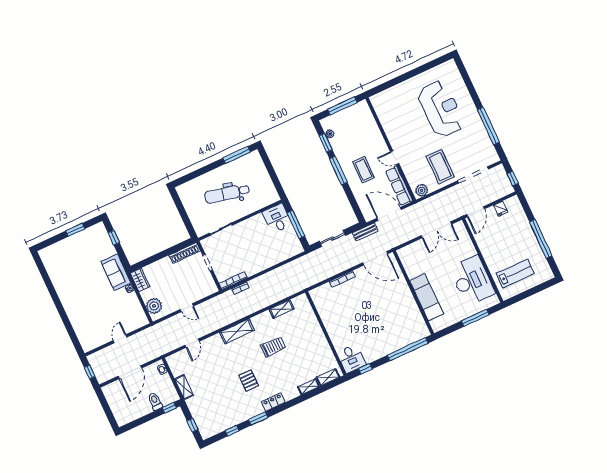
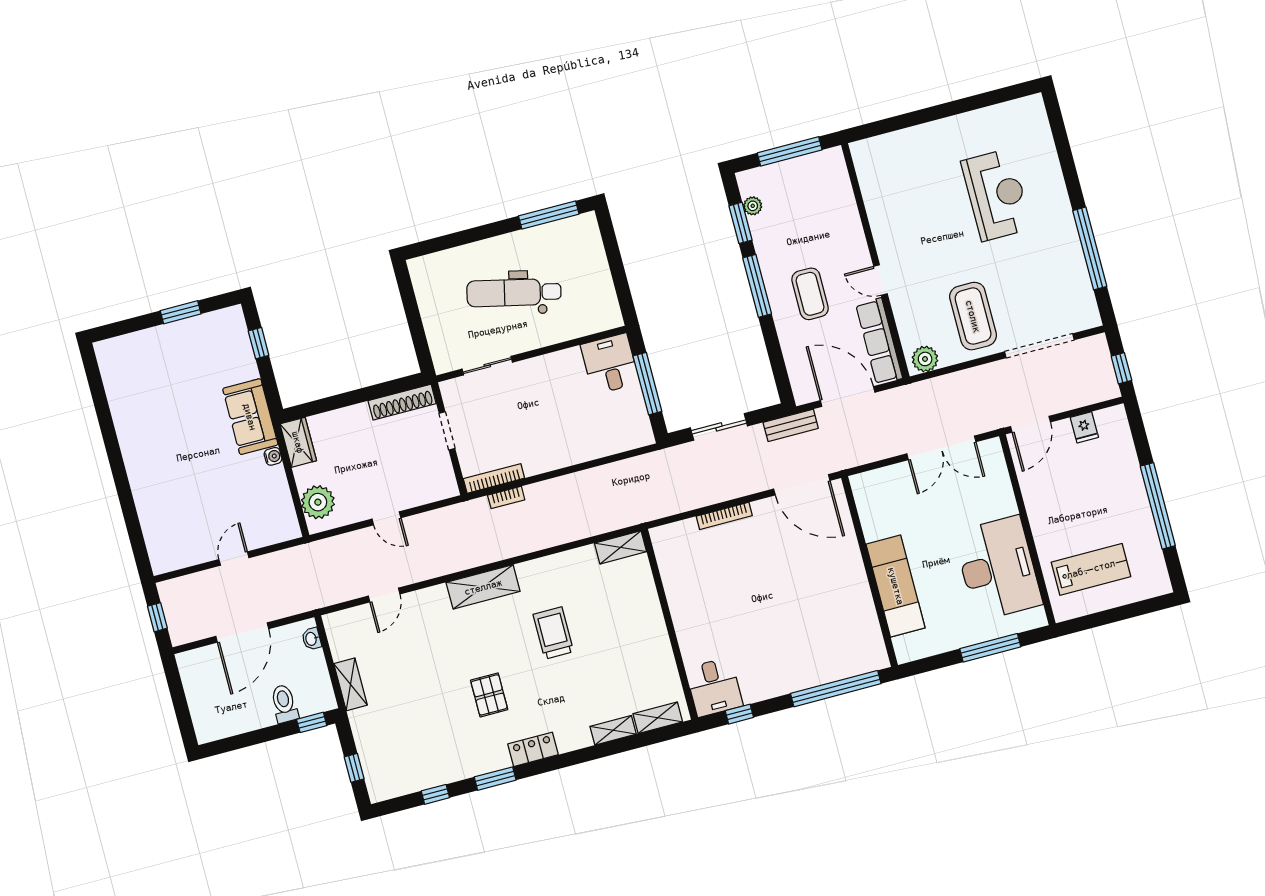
reception desk: (441, 109) -> (996, 195), width x0.74, depth x0.77
shelving: (282, 309) -> (621, 547), moved
trolley: (273, 347) -> (553, 633), turned -90

